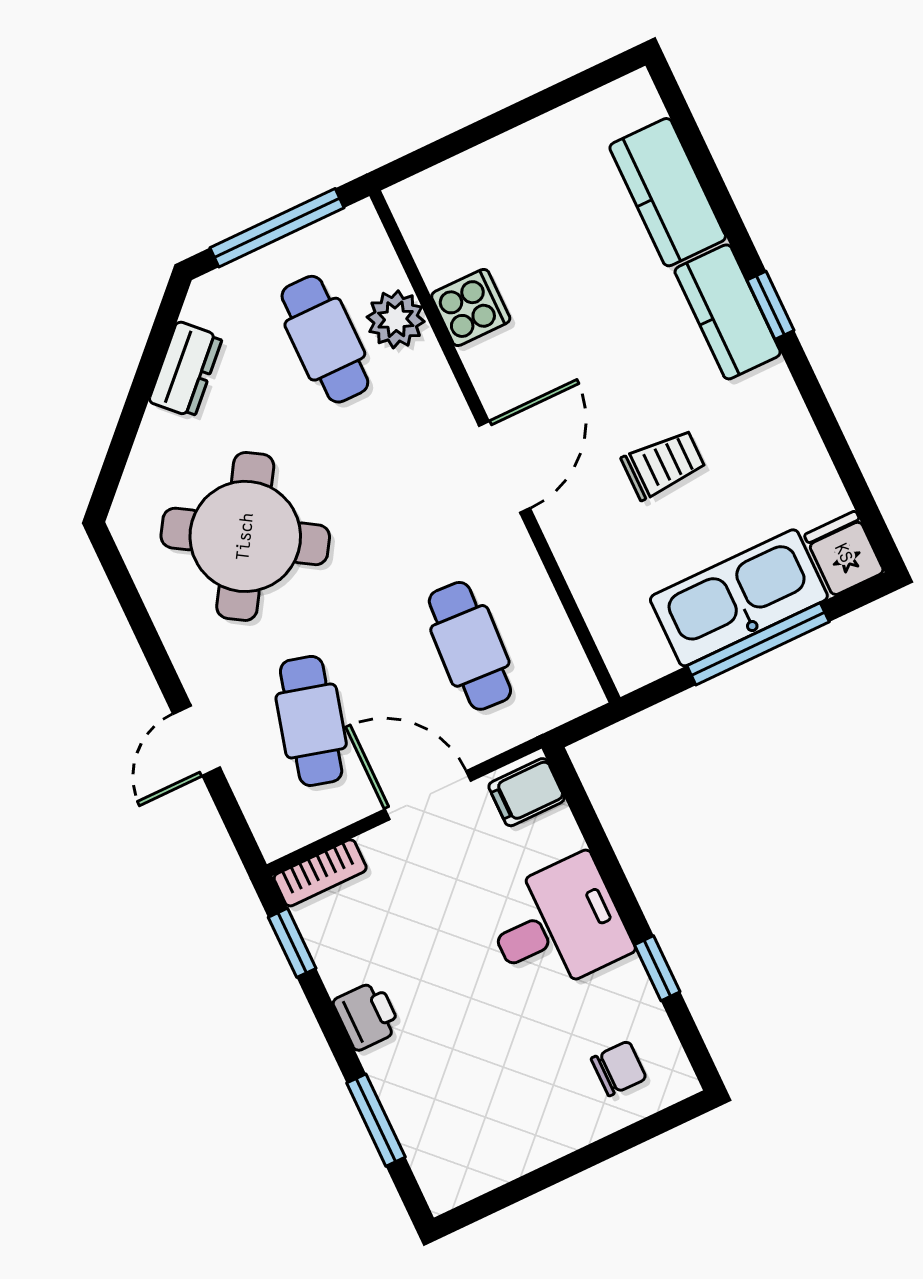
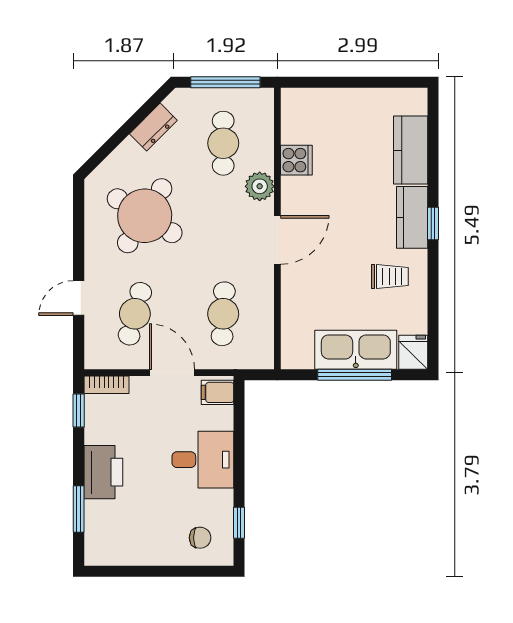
plant: (396, 319) -> (260, 186), moved
trolley: (663, 464) -> (390, 277), moved
window: (657, 968) -> (239, 523), moved
printer: (367, 1015) -> (103, 472), width x1.87, depth x1.48

